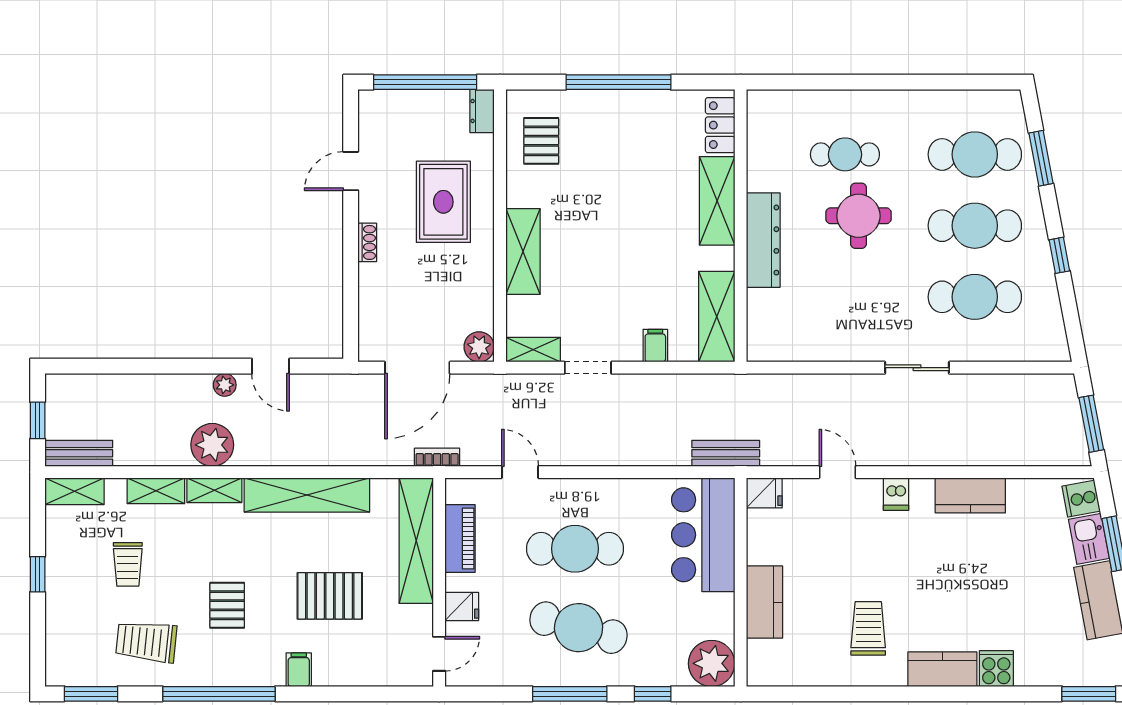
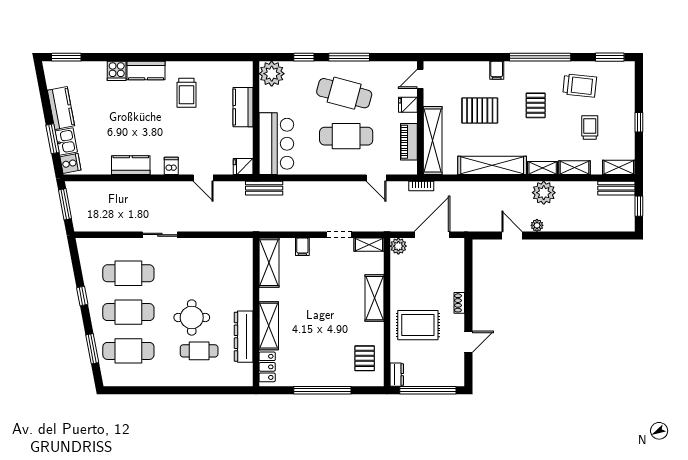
rug: (443, 202) -> (418, 325), turned 90
dresser: (763, 240) -> (244, 337), moved

